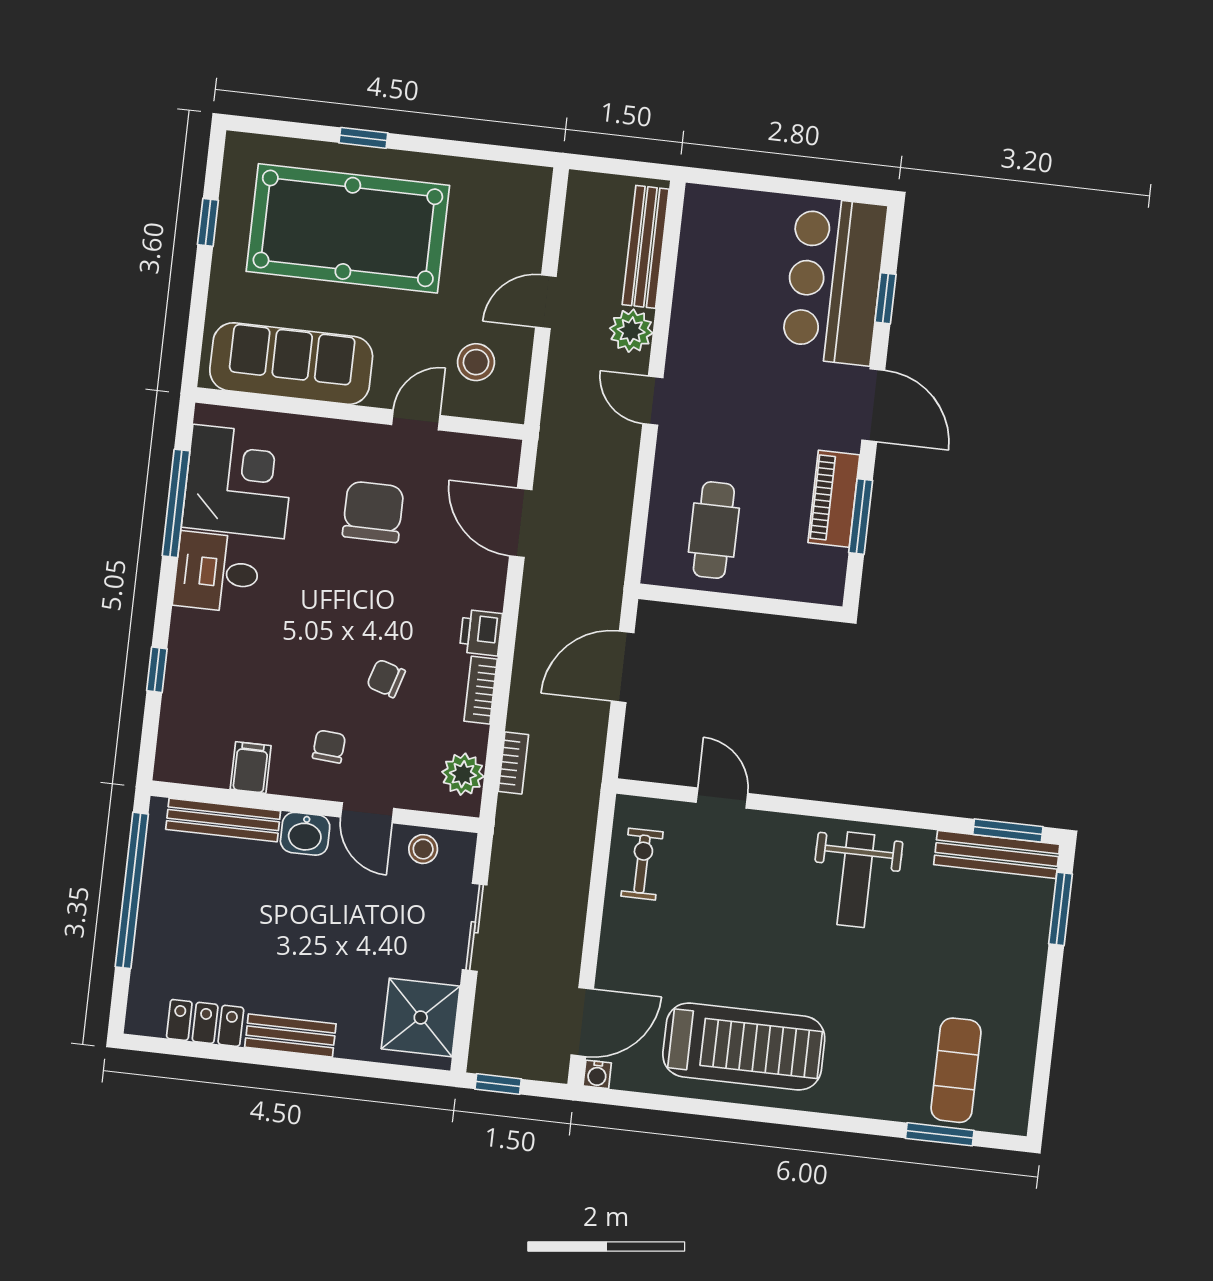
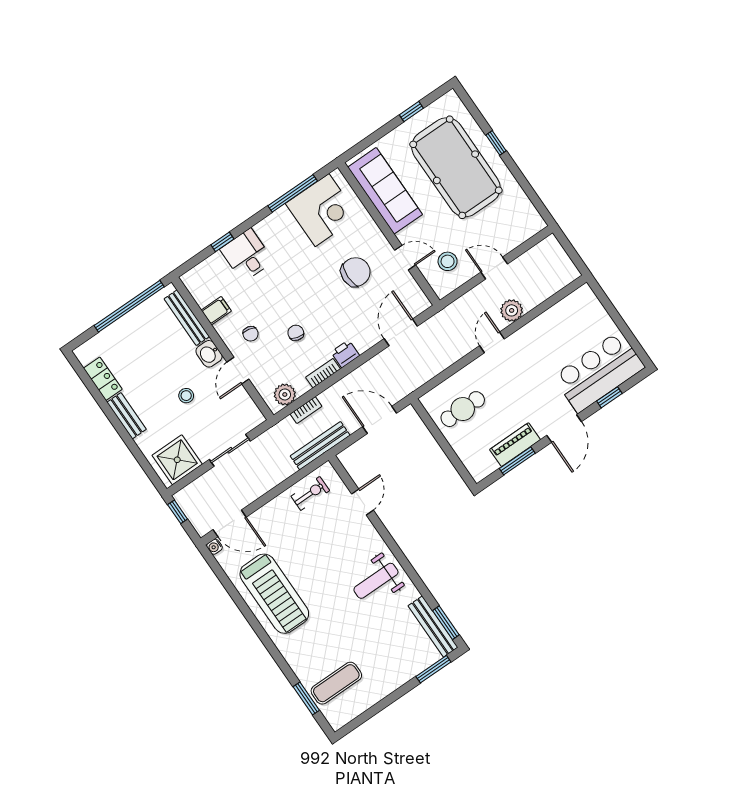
bench: (646, 247) -> (320, 446), moved
desk: (217, 572) -> (247, 255), moved
chair: (329, 746) -> (251, 334), turned 99
stool: (423, 849) -> (186, 396), moved

